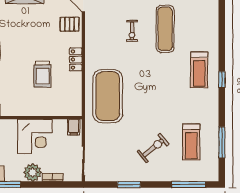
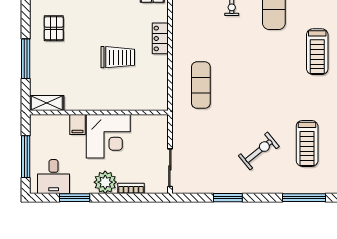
trolley: (42, 74) -> (118, 57), turned -90
exercise mat: (108, 96) -> (201, 85), width x0.50, depth x0.69
filing cabinet: (74, 127) -> (77, 125), moved

